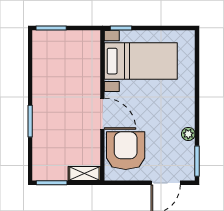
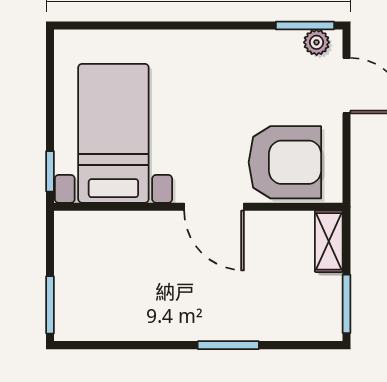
door: (102, 114) -> (214, 207), swing flipped
plant: (188, 134) -> (317, 42), moved
armchair: (126, 151) -> (285, 162), turned 180

